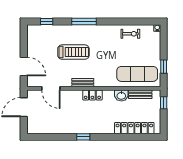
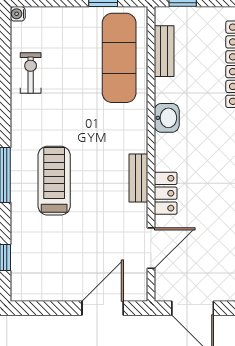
treadmill: (73, 52) -> (54, 181), moved
locker: (92, 95) -> (166, 193), moved
washbasin: (121, 96) -> (167, 118), moved

